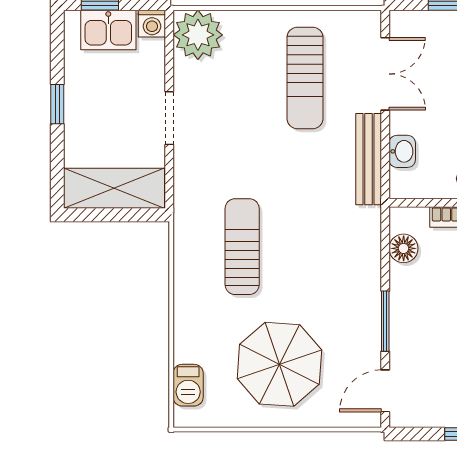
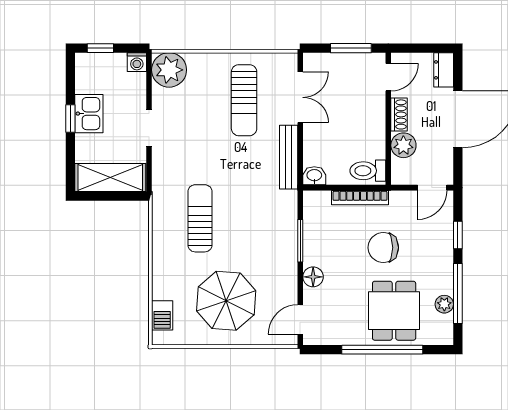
kitchen sink: (108, 30) -> (89, 114), moved, turned -90
washbasin: (402, 151) -> (314, 176), moved, turned -90
floor lamp: (404, 248) -> (313, 277), moved
window: (385, 321) -> (300, 241), moved

